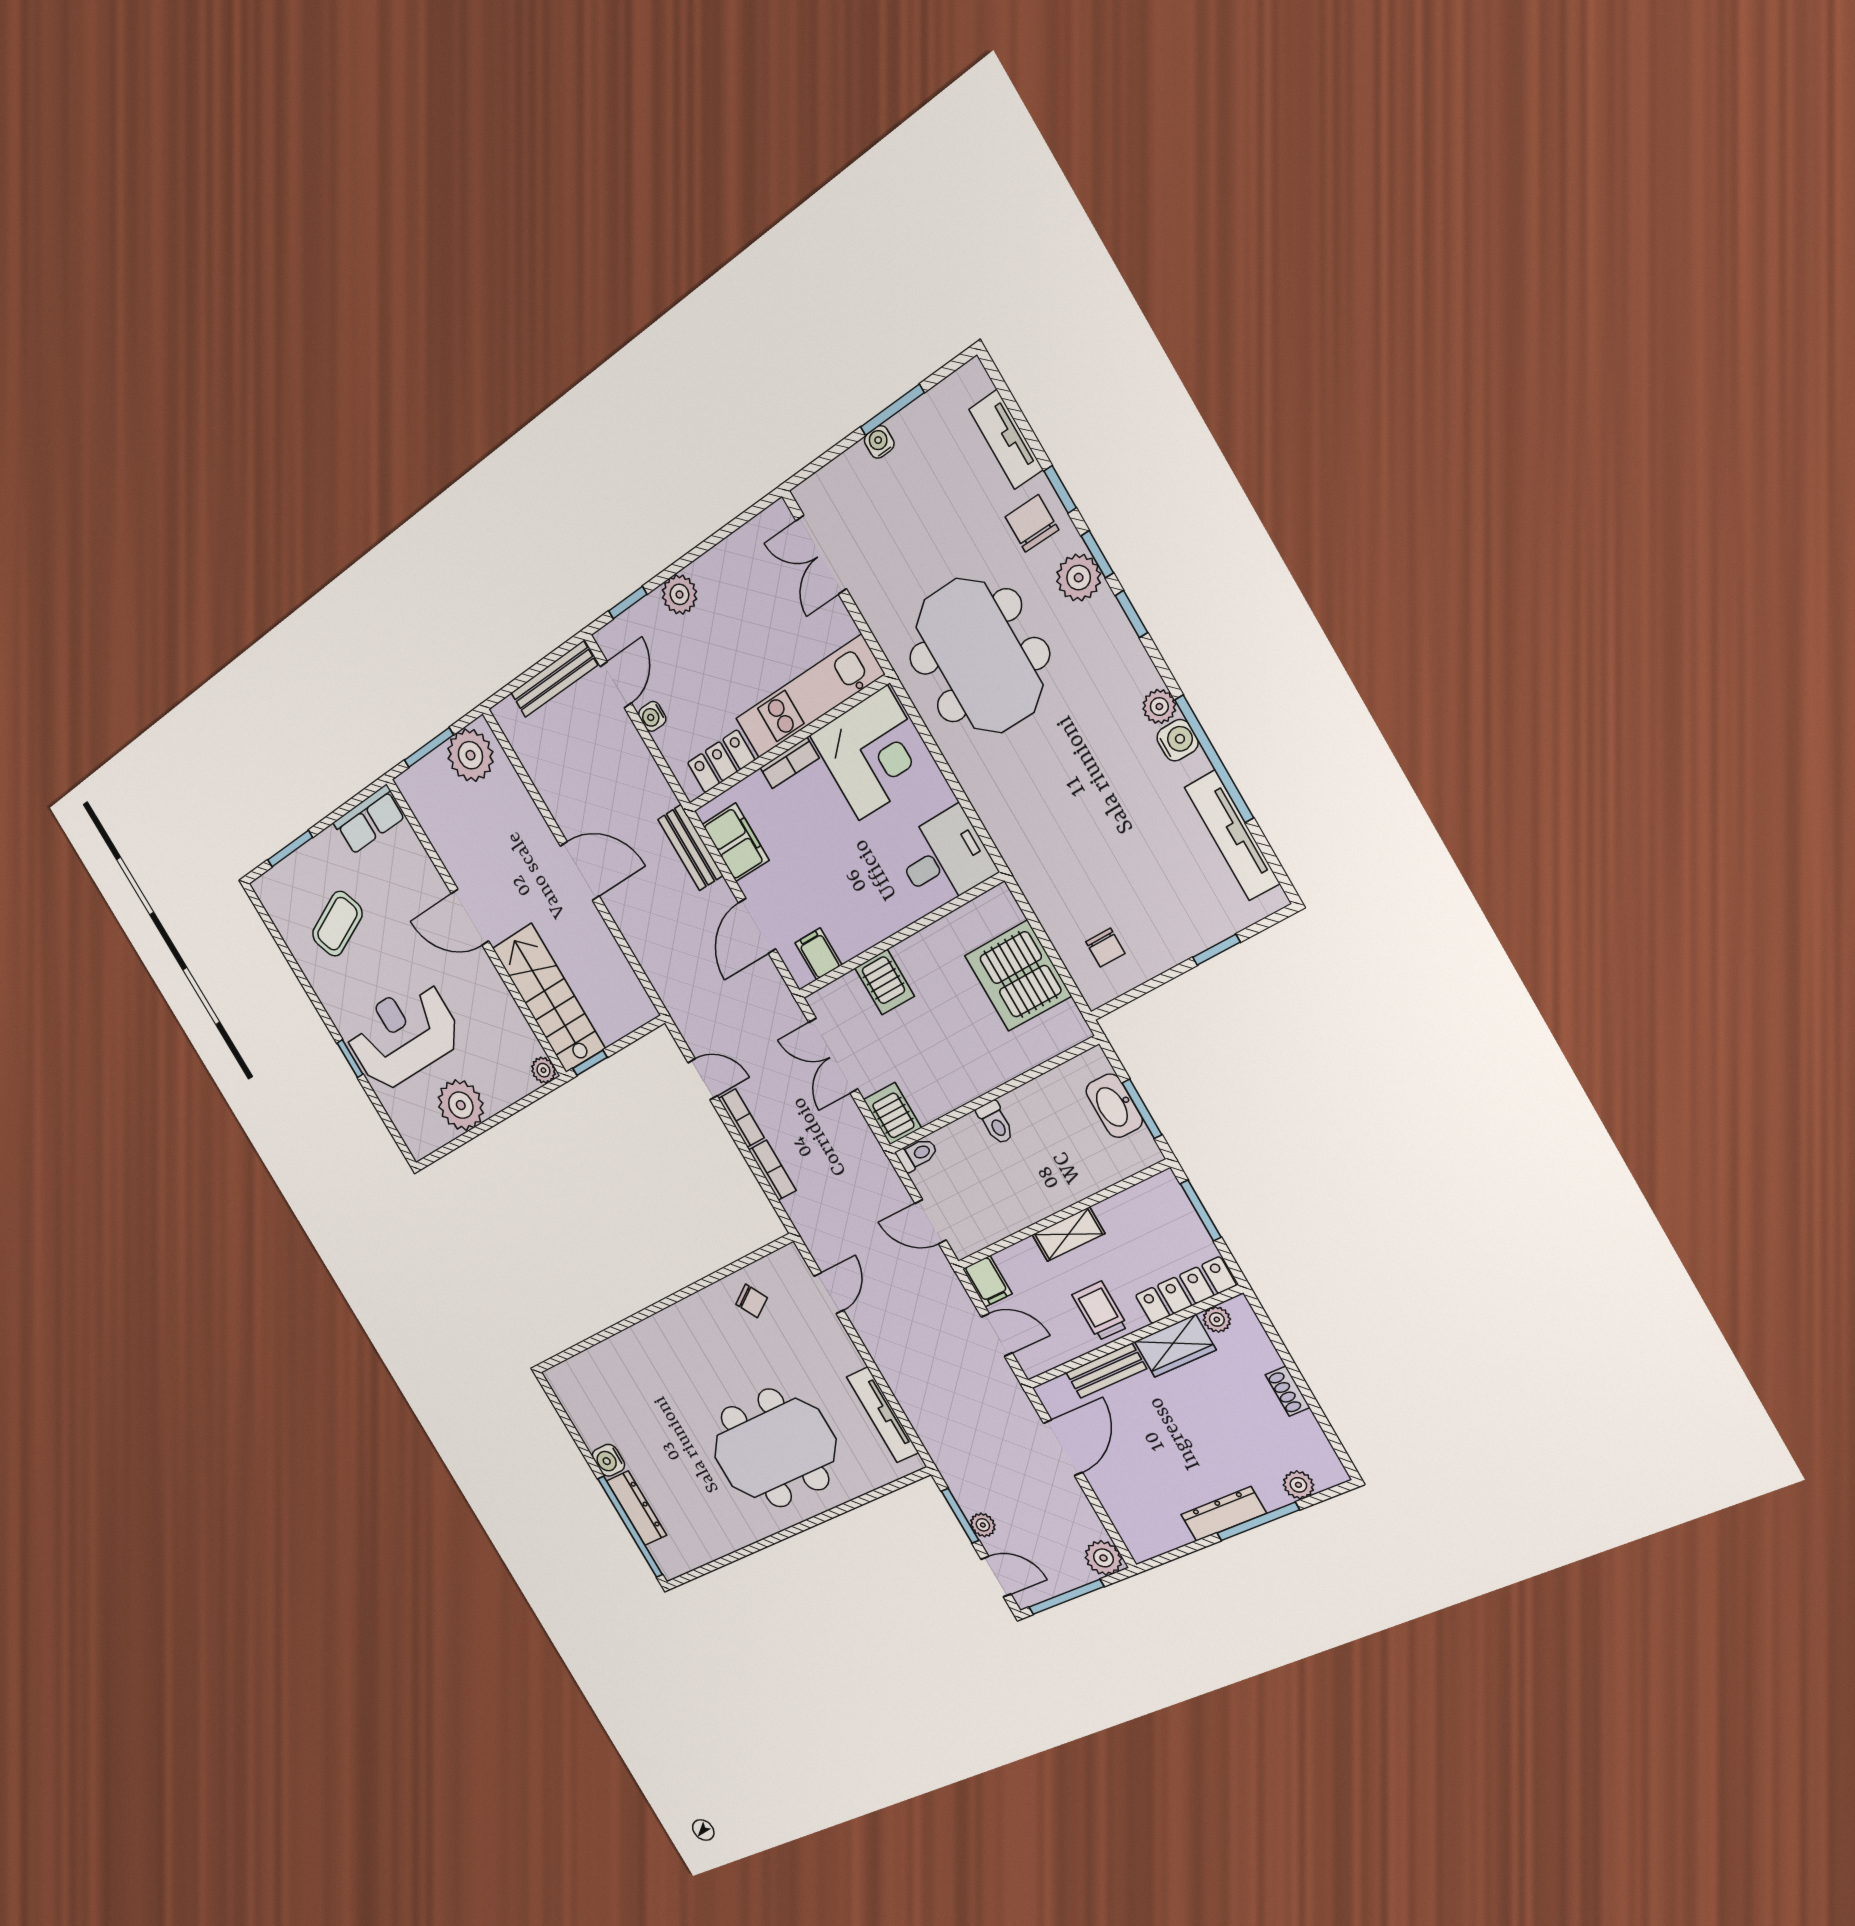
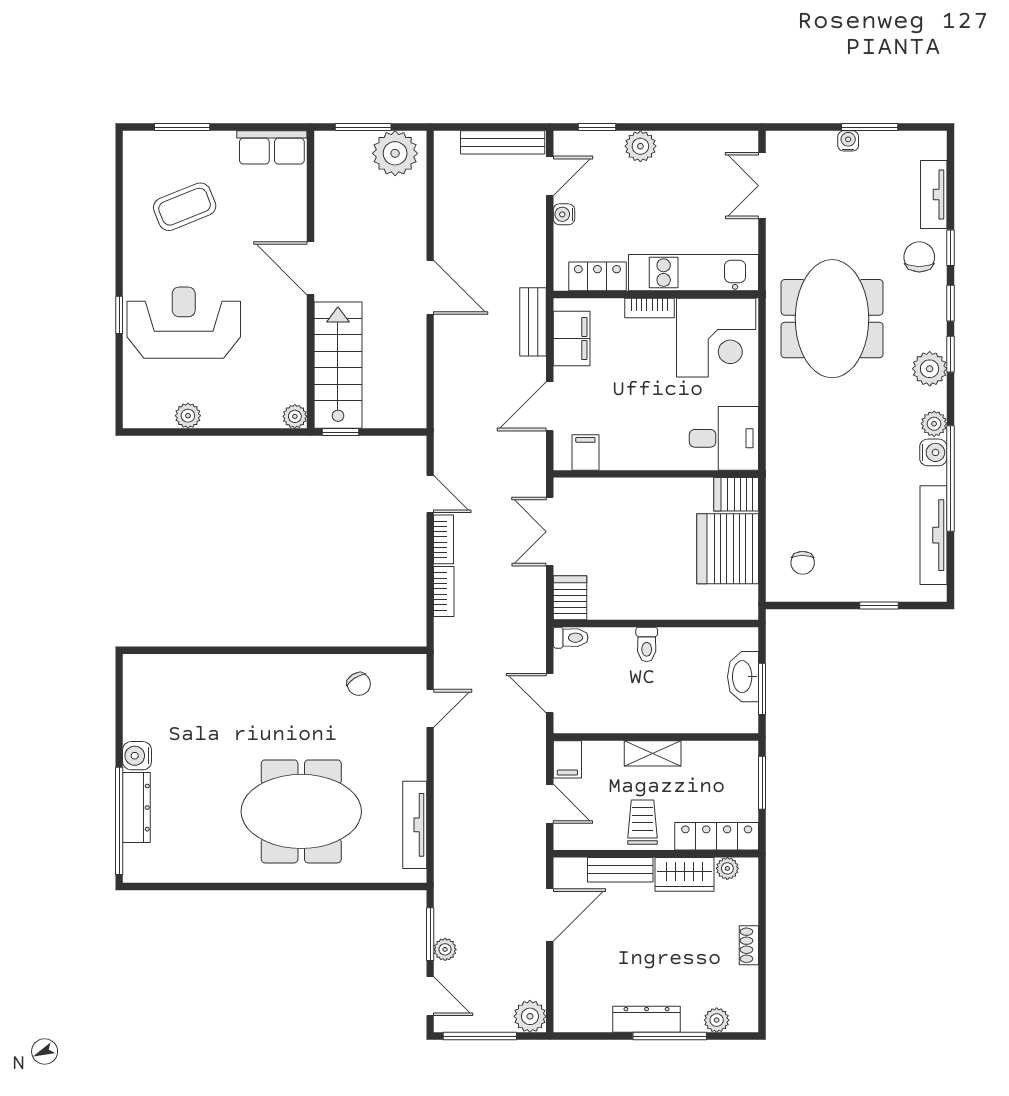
plant: (1079, 578) -> (930, 369), moved
server rack: (885, 982) -> (736, 494), moved, turned 90
plant: (461, 1105) -> (188, 416), width x0.53, depth x0.53

